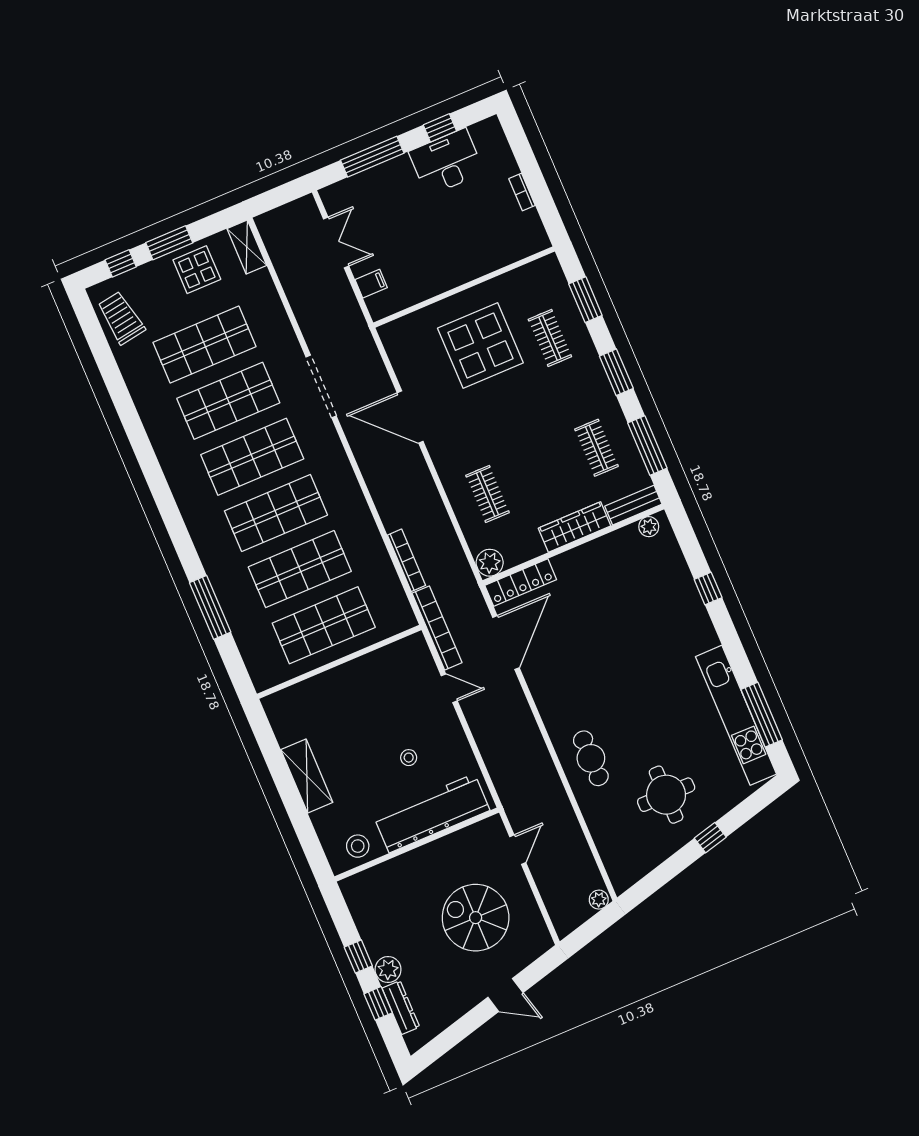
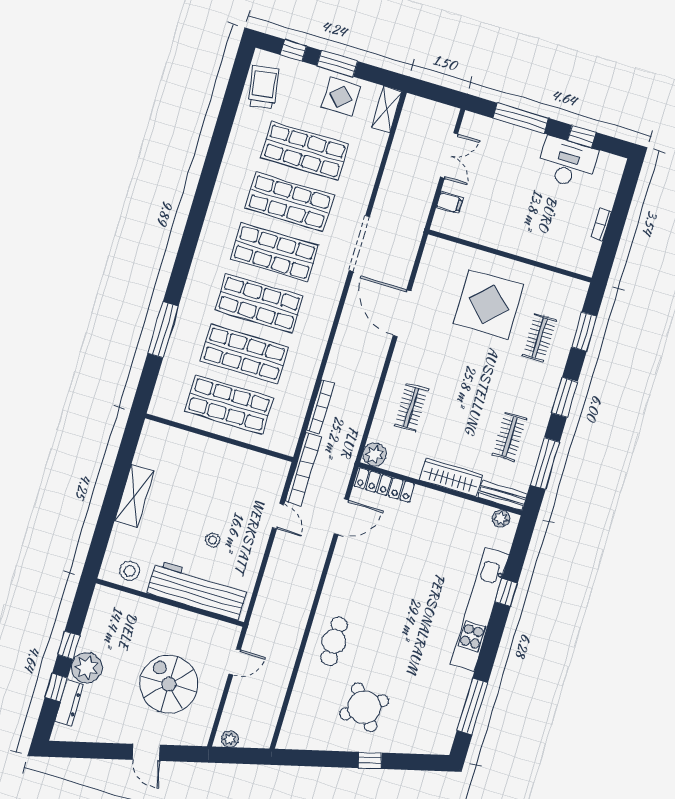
door: (506, 643) -> (341, 517), width x0.73
kitchen unit: (736, 715) -> (480, 610), moved
round table: (666, 795) -> (364, 707), turned -36
plant: (599, 900) -> (230, 739), moved
plant: (388, 970) -> (87, 668), width x1.36, depth x1.36

